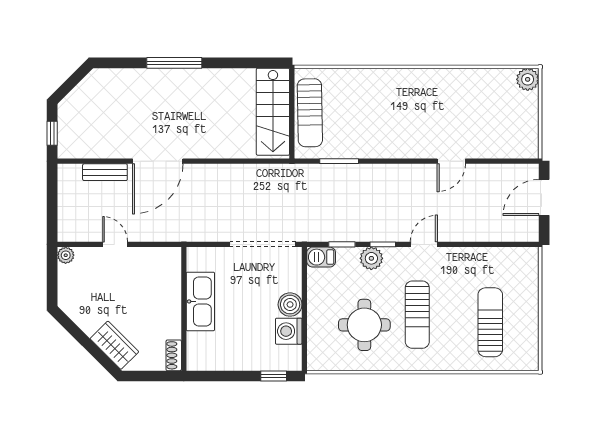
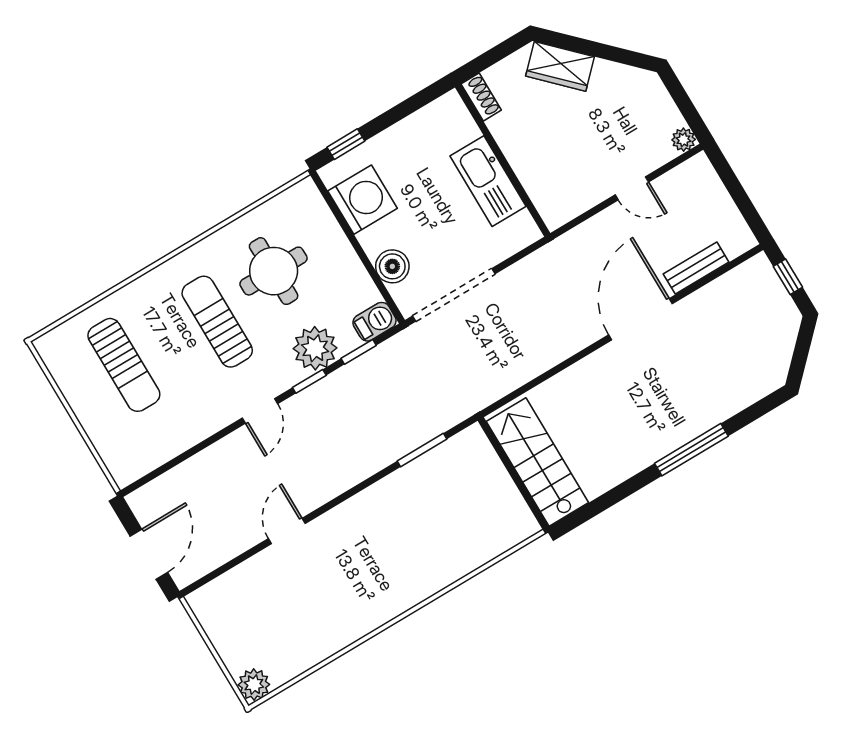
sun lounger: (310, 113) -> (492, 487), removed
plant: (371, 258) -> (315, 348), width x1.36, depth x1.36
boiler: (290, 305) -> (392, 266), moved
washing machine: (289, 331) -> (363, 200), width x1.37, depth x1.37

